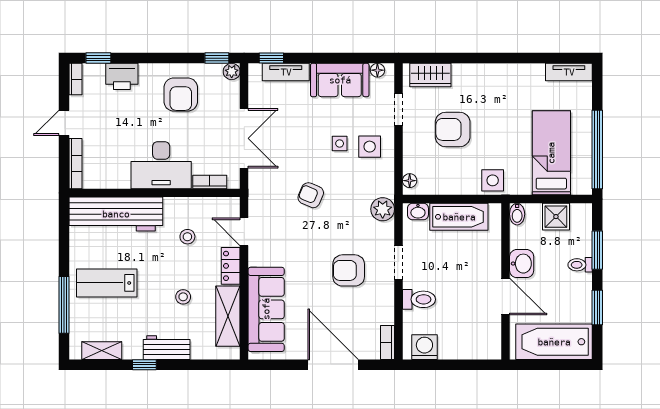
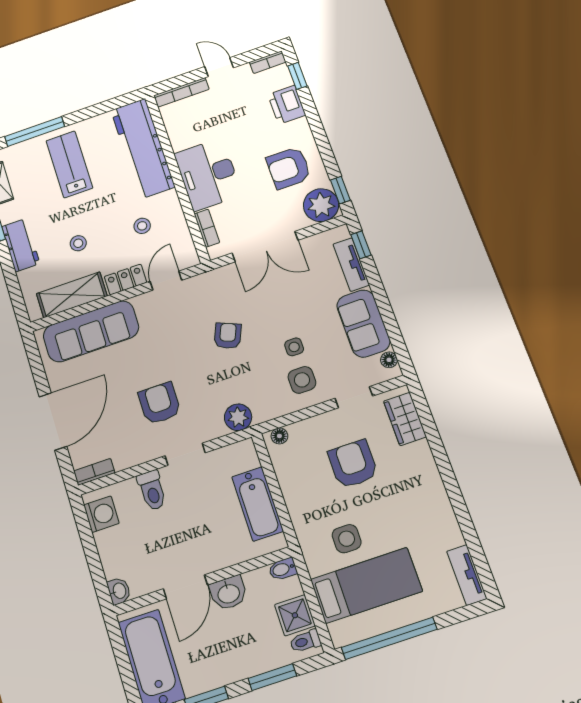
plant: (232, 71) -> (321, 205), width x1.88, depth x1.88
side table: (493, 180) -> (347, 539), moved
washbasin: (418, 211) -> (119, 591), moved, turned 180
toilet: (580, 265) -> (305, 641), moved, turned -90

